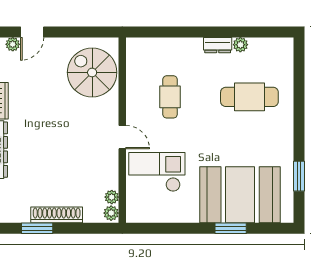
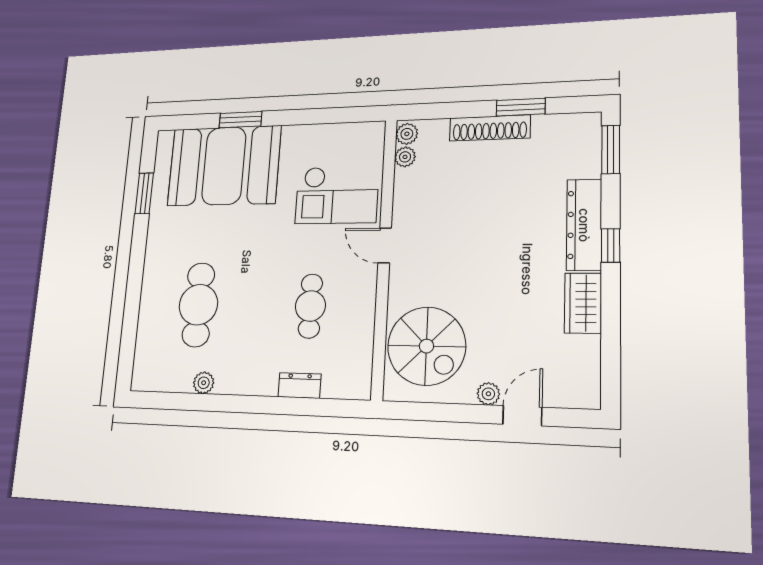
plant: (13, 44) -> (488, 394), moved
dresser: (218, 45) -> (299, 386), moved
cafe table: (249, 97) -> (198, 305), turned 90

